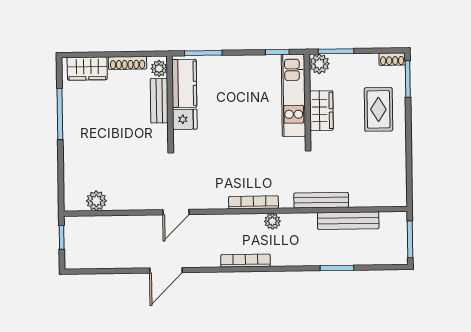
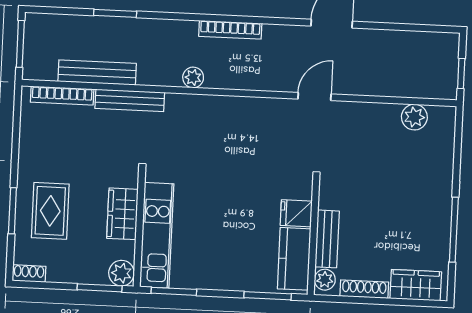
window: (277, 52) -> (174, 291), width x1.50
window: (408, 79) -> (12, 211), moved
bookcase: (254, 202) -> (62, 96), moved

